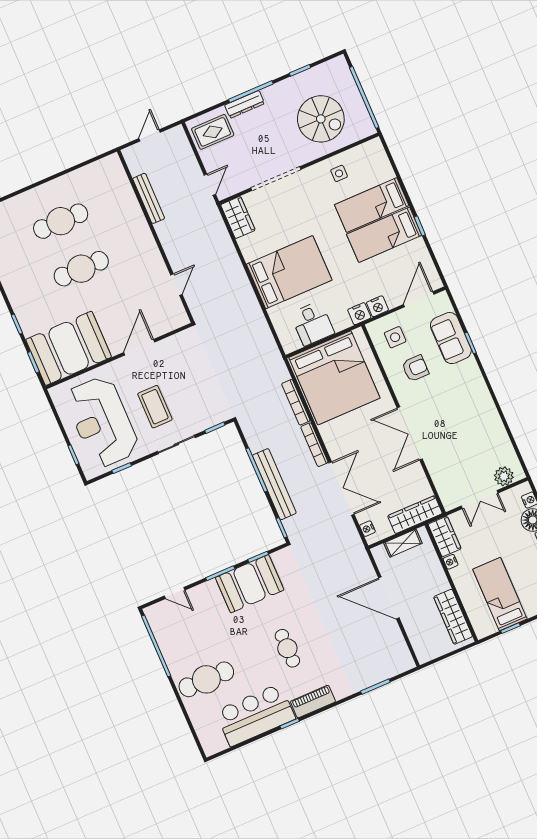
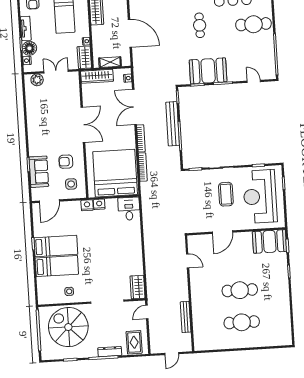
spiral stairs: (321, 119) -> (68, 327), width x1.37, depth x1.37
rug: (213, 132) -> (134, 342), turned 90
bed: (289, 272) -> (119, 244), removed
door: (176, 285) -> (188, 261), swing flipped
nightstand: (377, 306) -> (99, 204), moved
desk: (312, 323) -> (129, 209), moved
booth: (69, 348) -> (270, 241), width x0.73, depth x0.70
reception desk: (102, 422) -> (260, 196), turned 180

